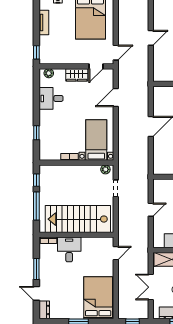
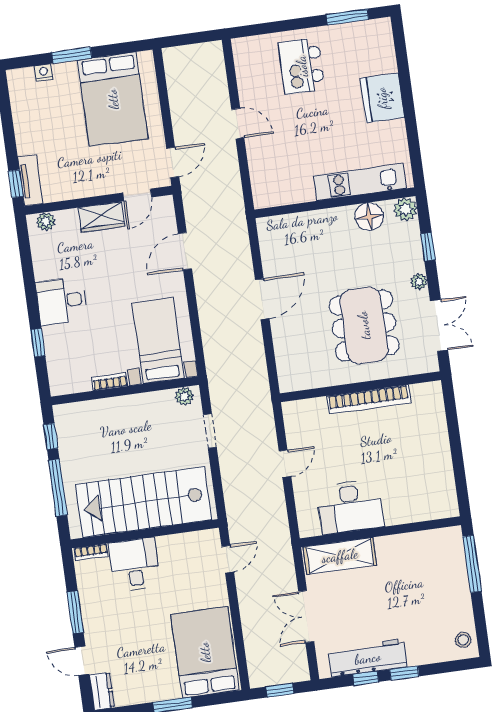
tv unit: (44, 22) -> (30, 180), moved
door: (151, 38) -> (238, 123), hinge flipped
desk: (51, 98) -> (61, 301), moved

